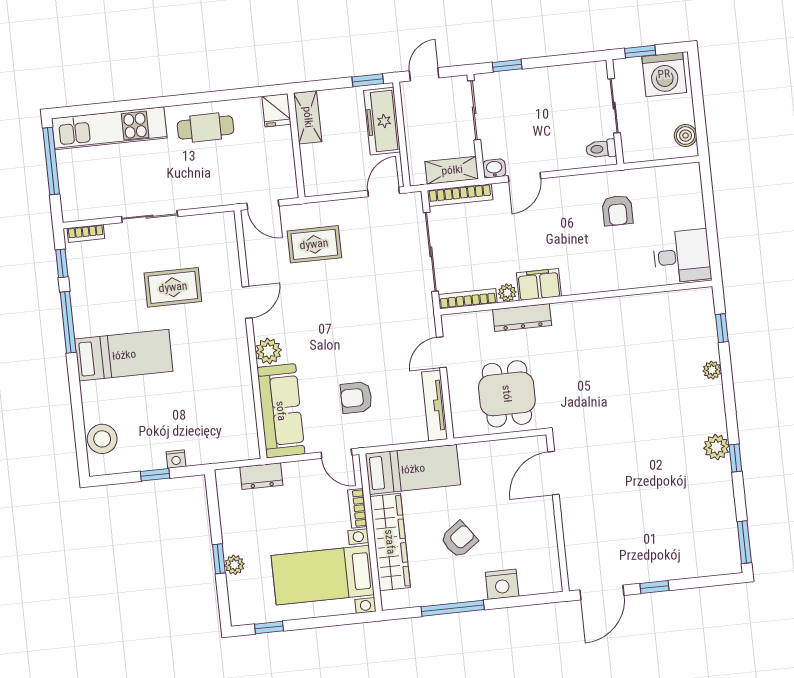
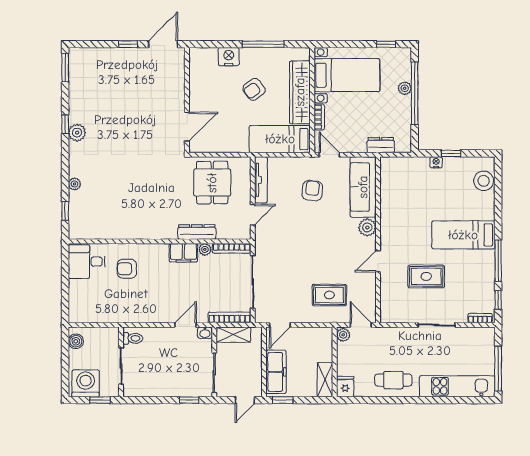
plant: (288, 187) -> (343, 335), added
armchair: (617, 210) -> (127, 269), moved, turned -90
armchair: (356, 398) -> (312, 191), turned -85
window: (219, 559) -> (415, 93), width x3.17

